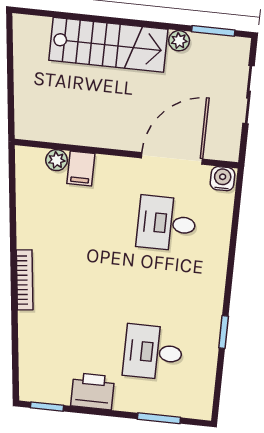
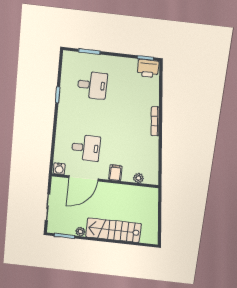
filing cabinet: (81, 169) -> (115, 173), moved
printer: (93, 391) -> (148, 69), moved

